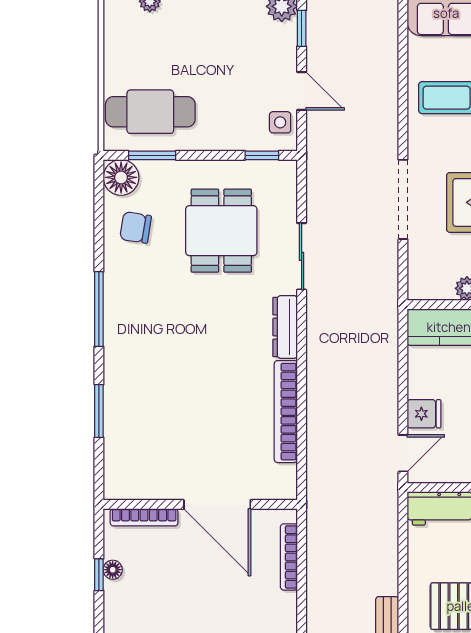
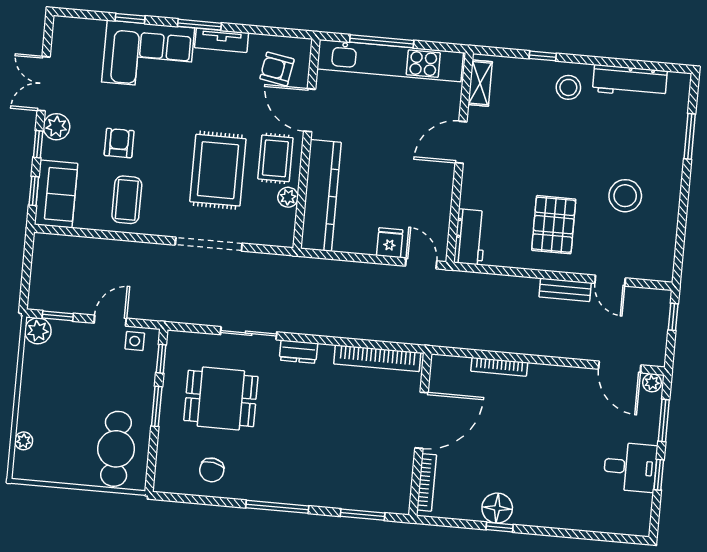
window: (152, 155) -> (157, 406), moved
floor lamp: (121, 177) -> (169, 478), removed
dresser: (285, 327) -> (298, 352), width x0.70
wall: (200, 504) -> (420, 434), moved
door: (217, 504) -> (421, 420), moved
bookcase: (144, 517) -> (427, 482), moved
floor lamp: (113, 570) -> (497, 508), width x1.89, depth x1.89

